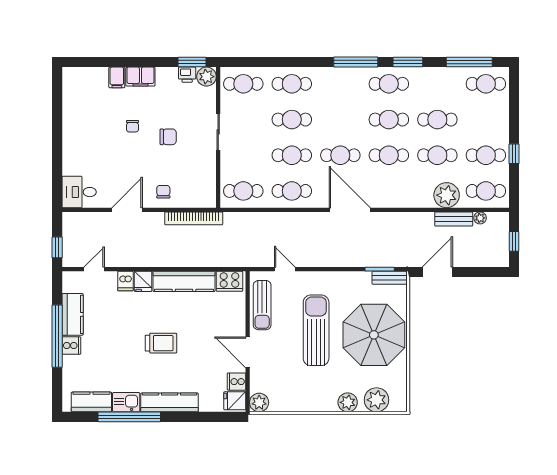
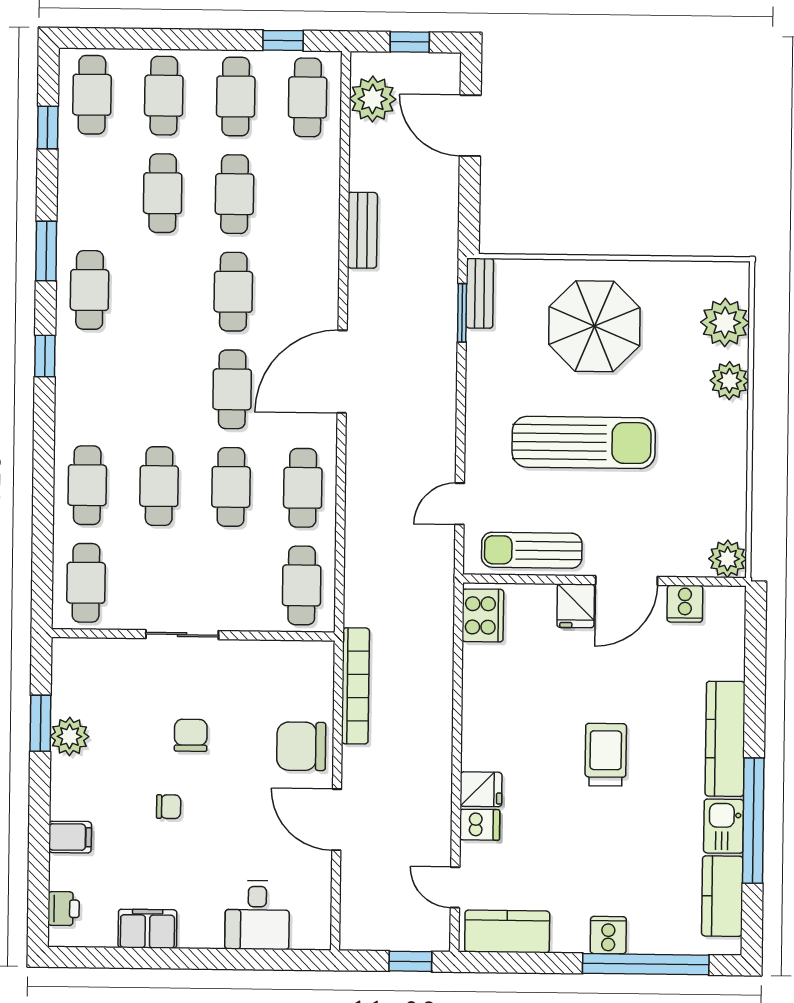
window: (192, 62) -> (40, 723), moved
window: (356, 62) -> (45, 356), width x0.46
window: (469, 62) -> (48, 127), width x0.46
printer: (187, 75) -> (64, 909), moved
filing cabinet: (140, 77) -> (147, 929), moved, turned -90
plant: (206, 77) -> (70, 736), moved
cafe table: (389, 120) -> (164, 96), moved
window: (514, 154) -> (283, 40), moved
desk: (79, 192) -> (257, 915), moved
chair: (163, 192) -> (301, 746), width x1.87, depth x1.87
plant: (447, 195) -> (315, 177), removed
plant: (480, 218) -> (373, 99), width x1.87, depth x1.87
bench: (454, 219) -> (362, 230), moved
door: (437, 272) -> (470, 126), moved
kitchen counter: (184, 281) -> (482, 707), removed
sun lounger: (262, 305) -> (532, 550), turned 180
kitchen counter: (73, 314) -> (507, 931), moved
sun lounger: (316, 330) -> (584, 442), turned 180
parasol: (374, 335) -> (594, 326), width x0.73, depth x0.73
window: (57, 336) -> (646, 964), moved
fridge: (235, 401) -> (576, 606), moved

